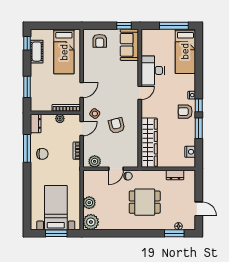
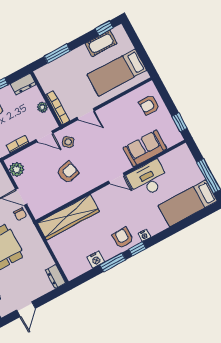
sofa: (129, 45) -> (145, 148), moved
nightstand: (190, 152) -> (96, 260), moved
dresser: (175, 175) -> (56, 276), moved

